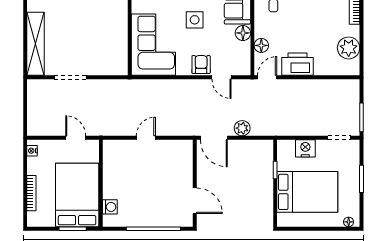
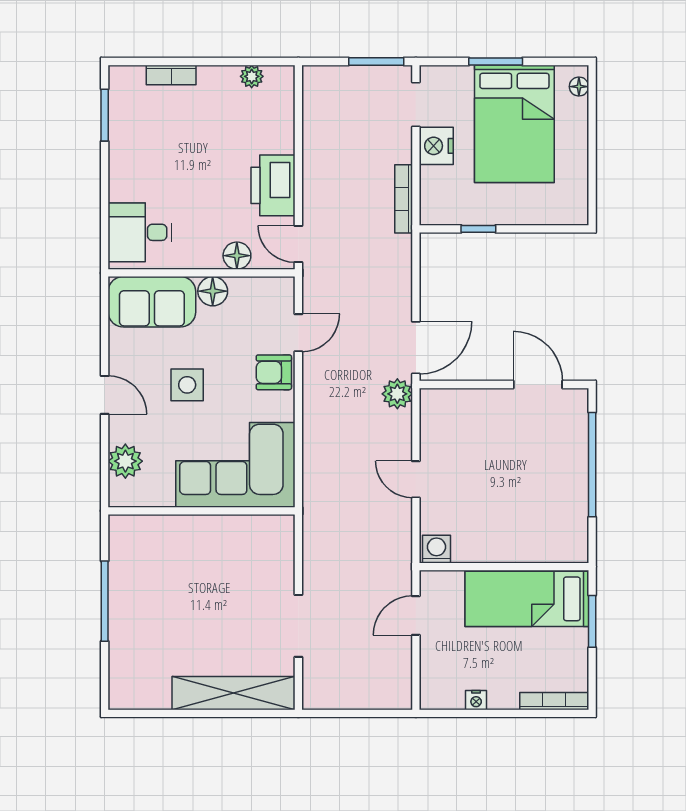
plant: (349, 48) -> (252, 76), width x0.53, depth x0.53
plant: (242, 128) -> (397, 394), moved
bookcase: (291, 131) -> (404, 199), added
nightstand: (305, 148) -> (436, 146), moved
nightstand: (32, 151) -> (476, 700), moved
bed: (307, 192) -> (514, 124), moved, turned 180
bookcase: (31, 193) -> (554, 701), moved
bed: (77, 195) -> (527, 599), width x0.67
door: (195, 201) -> (538, 385), hinge flipped
washing machine: (110, 207) -> (436, 549), moved

